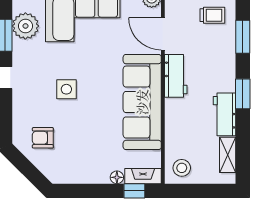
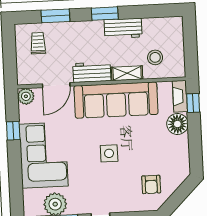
side table: (66, 89) -> (109, 153), moved
shelving: (228, 155) -> (127, 73), moved
stool: (182, 168) -> (155, 57), moved
floor lamp: (117, 177) -> (177, 124), width x1.89, depth x1.89

